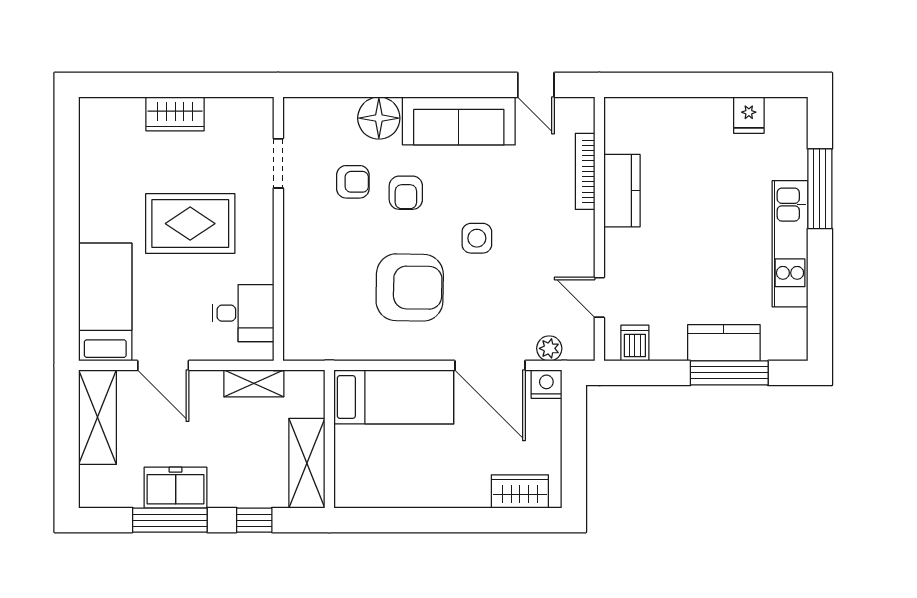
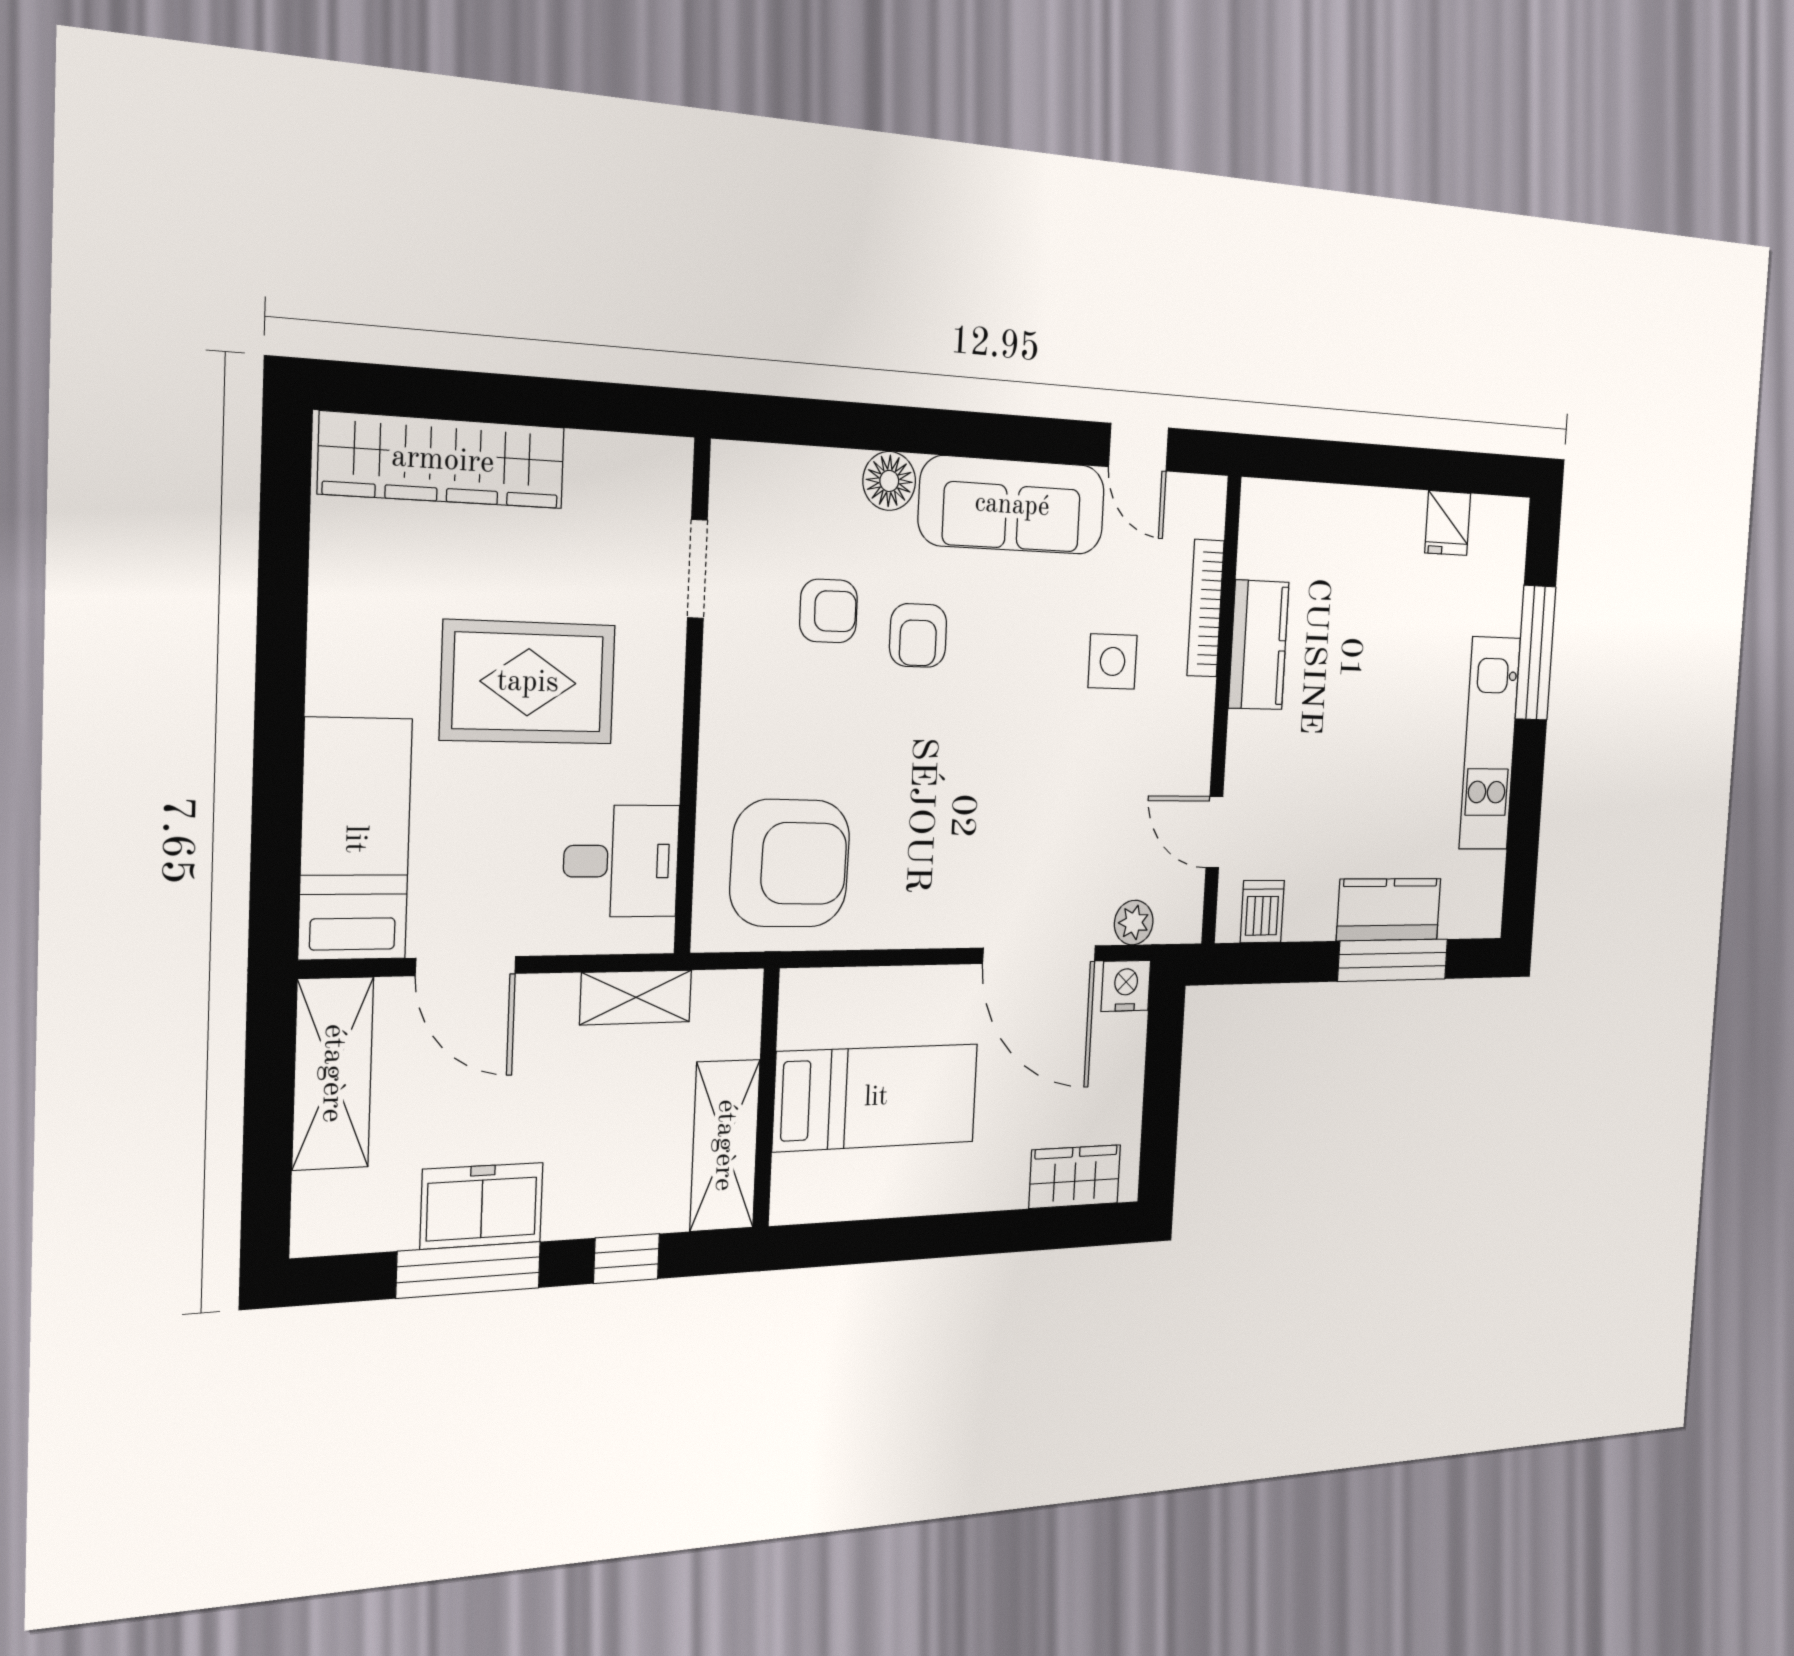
wardrobe: (175, 114) -> (443, 460), width x2.10, depth x1.17
floor lamp: (379, 118) -> (889, 481), width x0.73, depth x0.73
side table: (477, 238) -> (1113, 661), moved
armchair: (410, 287) -> (790, 863), moved
bed: (394, 397) -> (876, 1097), moved

